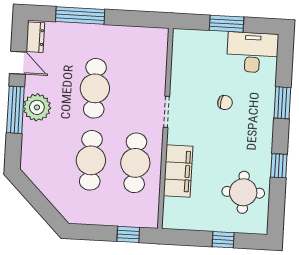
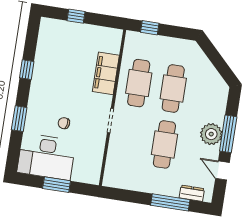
dresser: (35, 37) -> (192, 193), moved, turned 90
desk: (253, 52) -> (46, 157), width x1.36, depth x1.30
round table: (243, 192) -> (57, 52), removed

